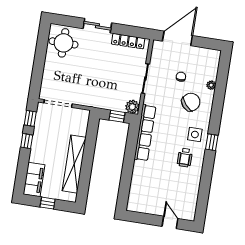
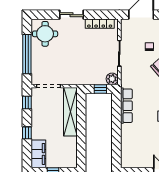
window: (39, 63) -> (27, 54), added
row of seats: (145, 133) -> (126, 106), width x0.73
window: (27, 141) -> (27, 133), moved
shelving: (74, 164) -> (70, 112), moved

